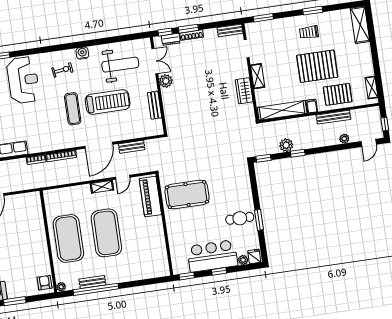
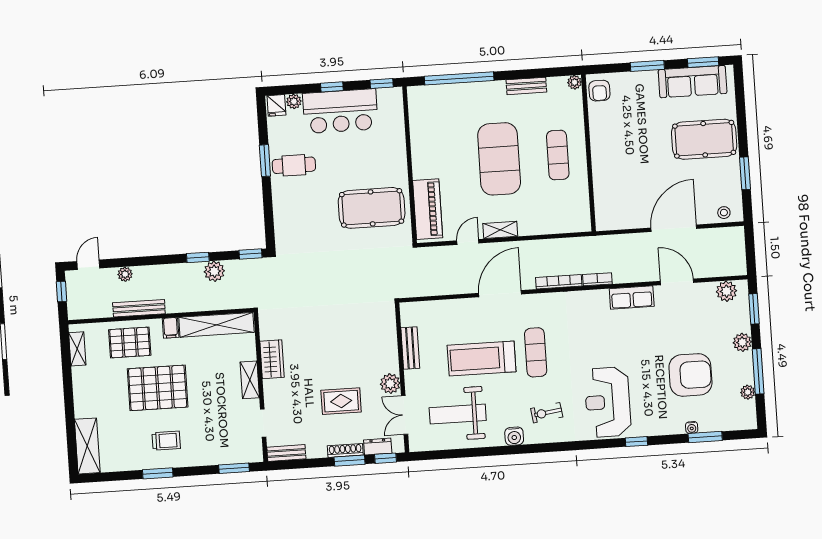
rug: (197, 67) -> (341, 401), added
bench: (132, 147) -> (450, 287), removed
exercise mat: (68, 238) -> (558, 155), width x0.50, depth x0.69
window: (96, 289) -> (459, 78), moved

